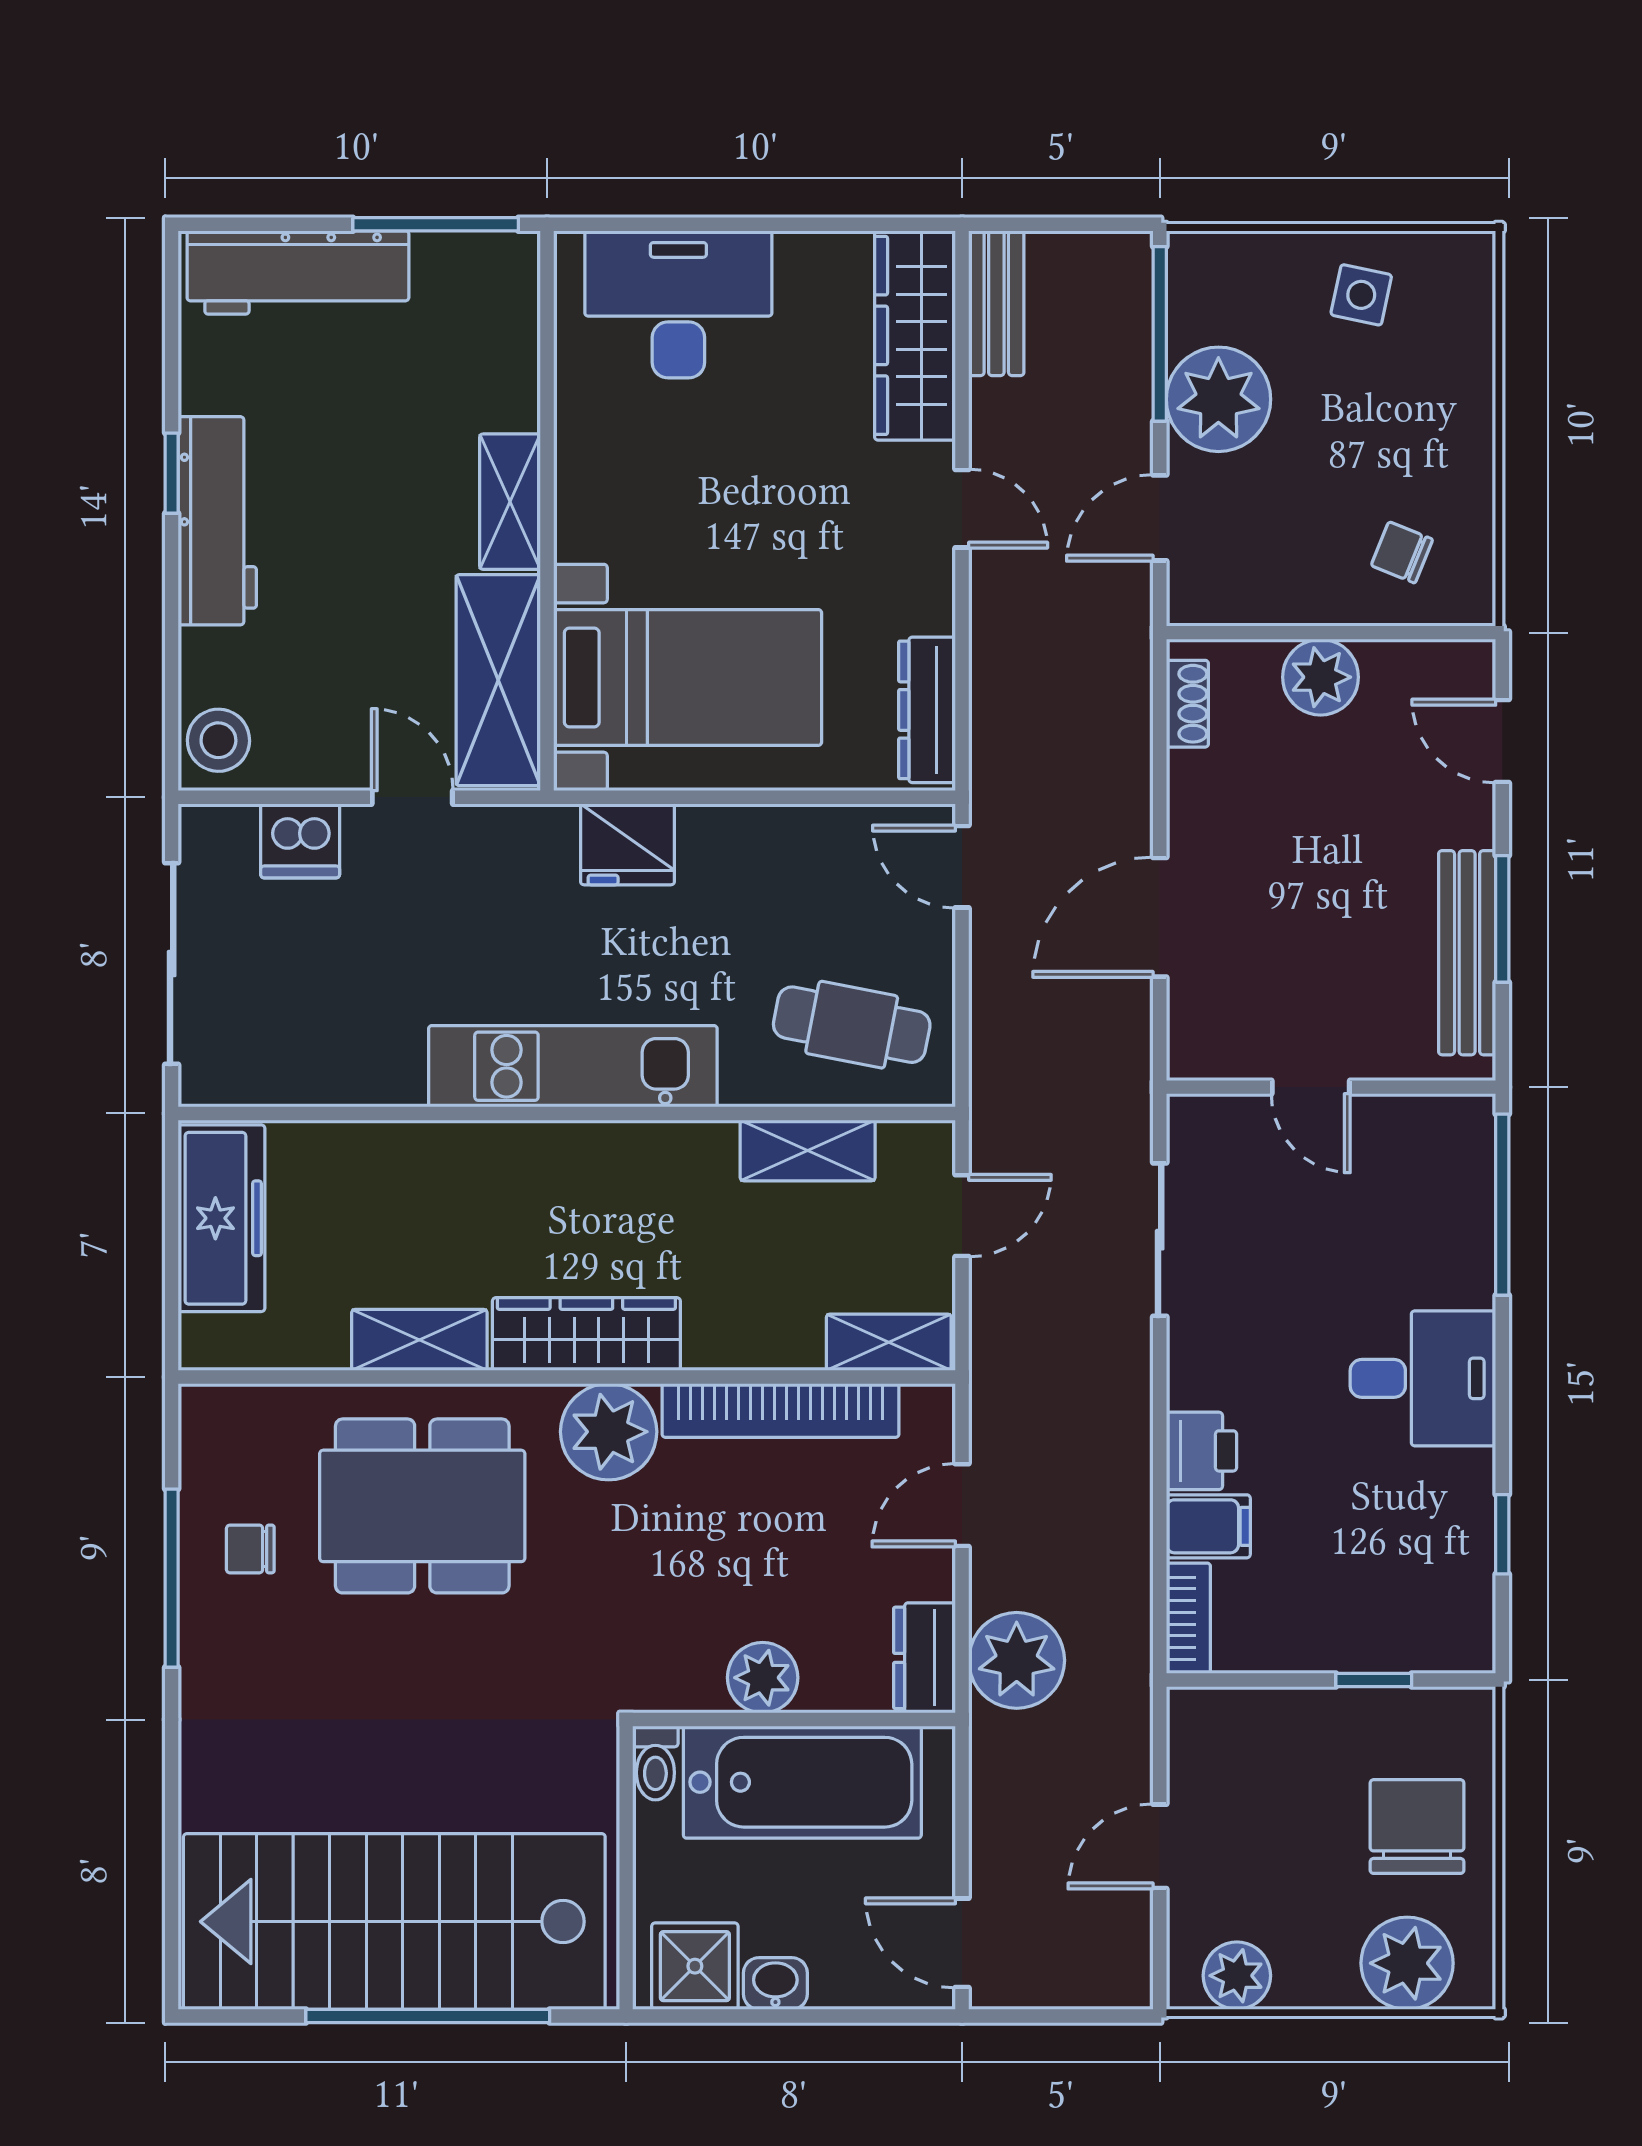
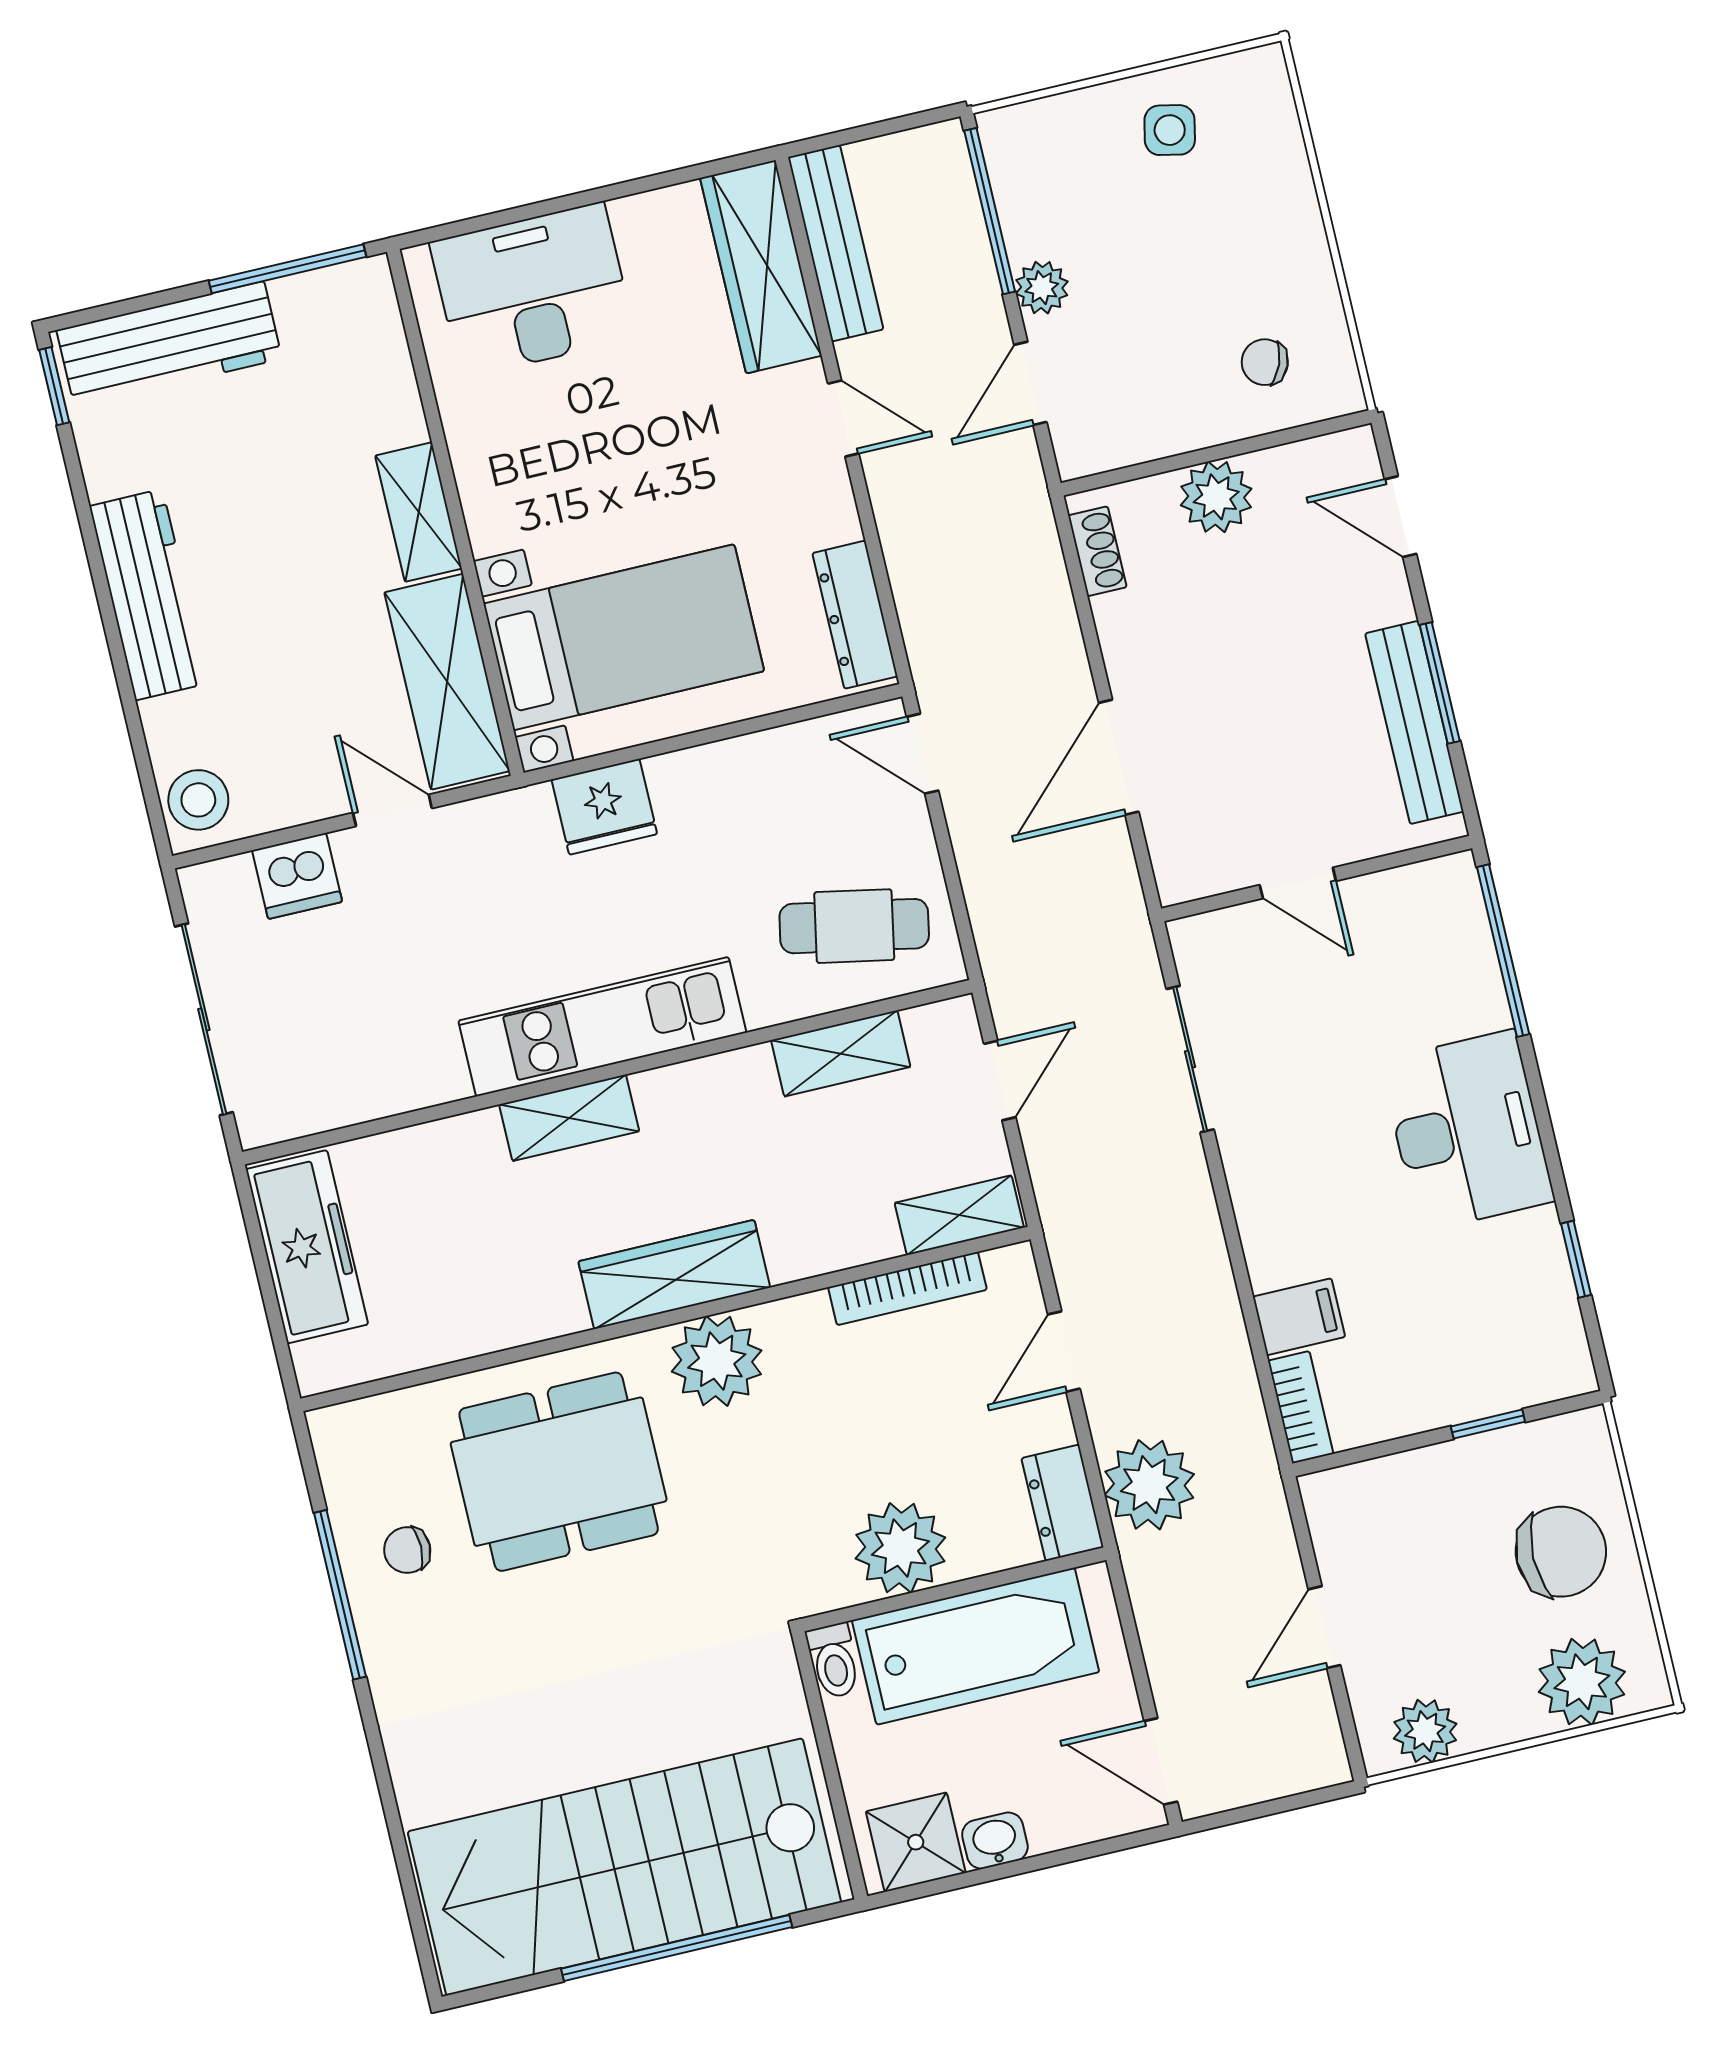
bench: (996, 303) -> (836, 243), width x1.36
plant: (1218, 399) -> (1042, 288), width x0.53, depth x0.53
window: (172, 473) -> (54, 386), moved
shelving: (419, 1340) -> (569, 1118), moved
desk: (1423, 1378) -> (1467, 1131), width x1.37
bookcase: (780, 1410) -> (907, 1289), width x0.68, depth x0.76
printer: (1201, 1451) -> (1276, 1248), removed
plant: (763, 1678) -> (900, 1548), width x1.36, depth x1.36
chair: (1417, 1827) -> (1561, 1552), turned 90

